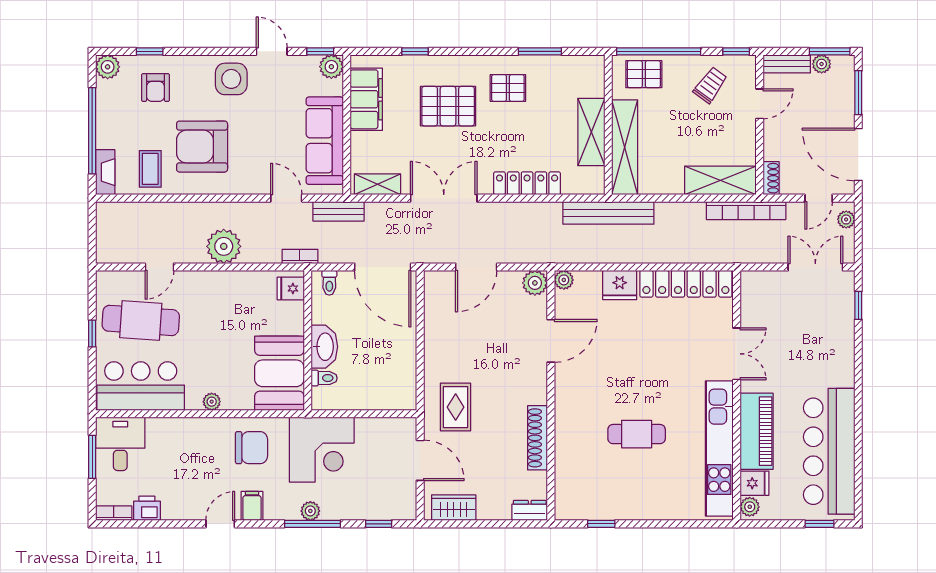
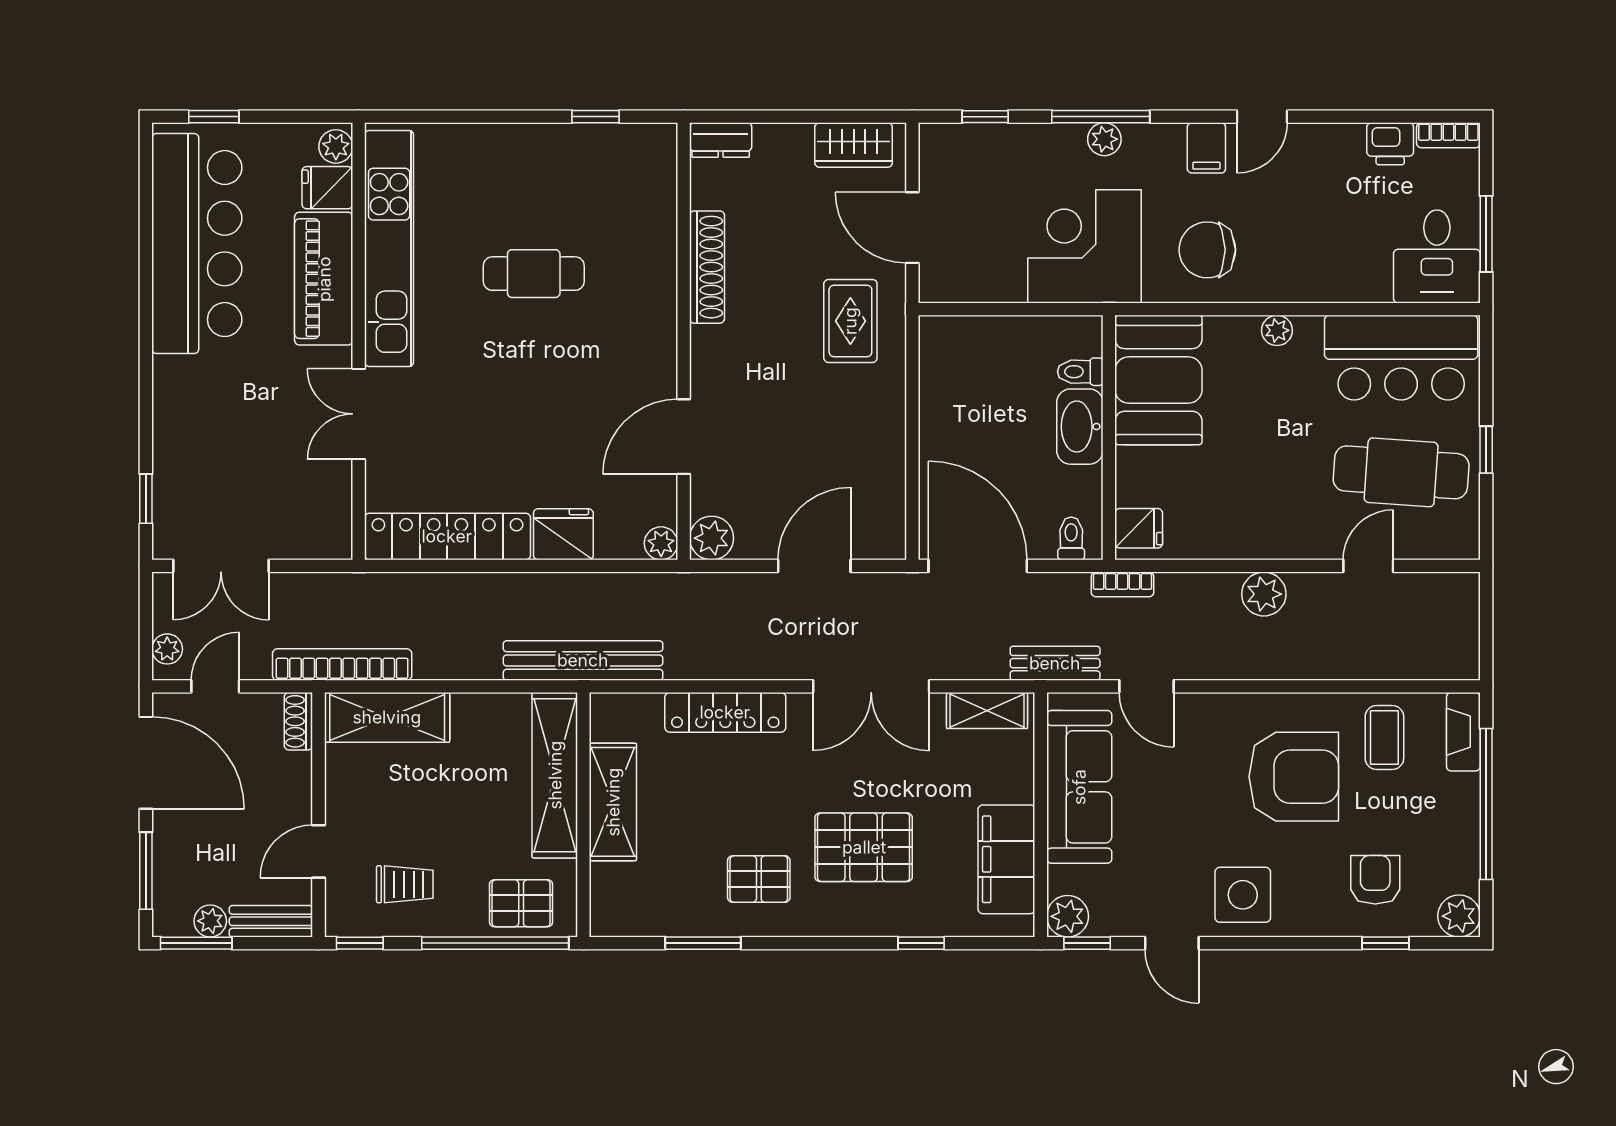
trolley: (710, 85) -> (405, 884), turned -126
plant: (224, 246) -> (1264, 594), width x0.73, depth x0.73

